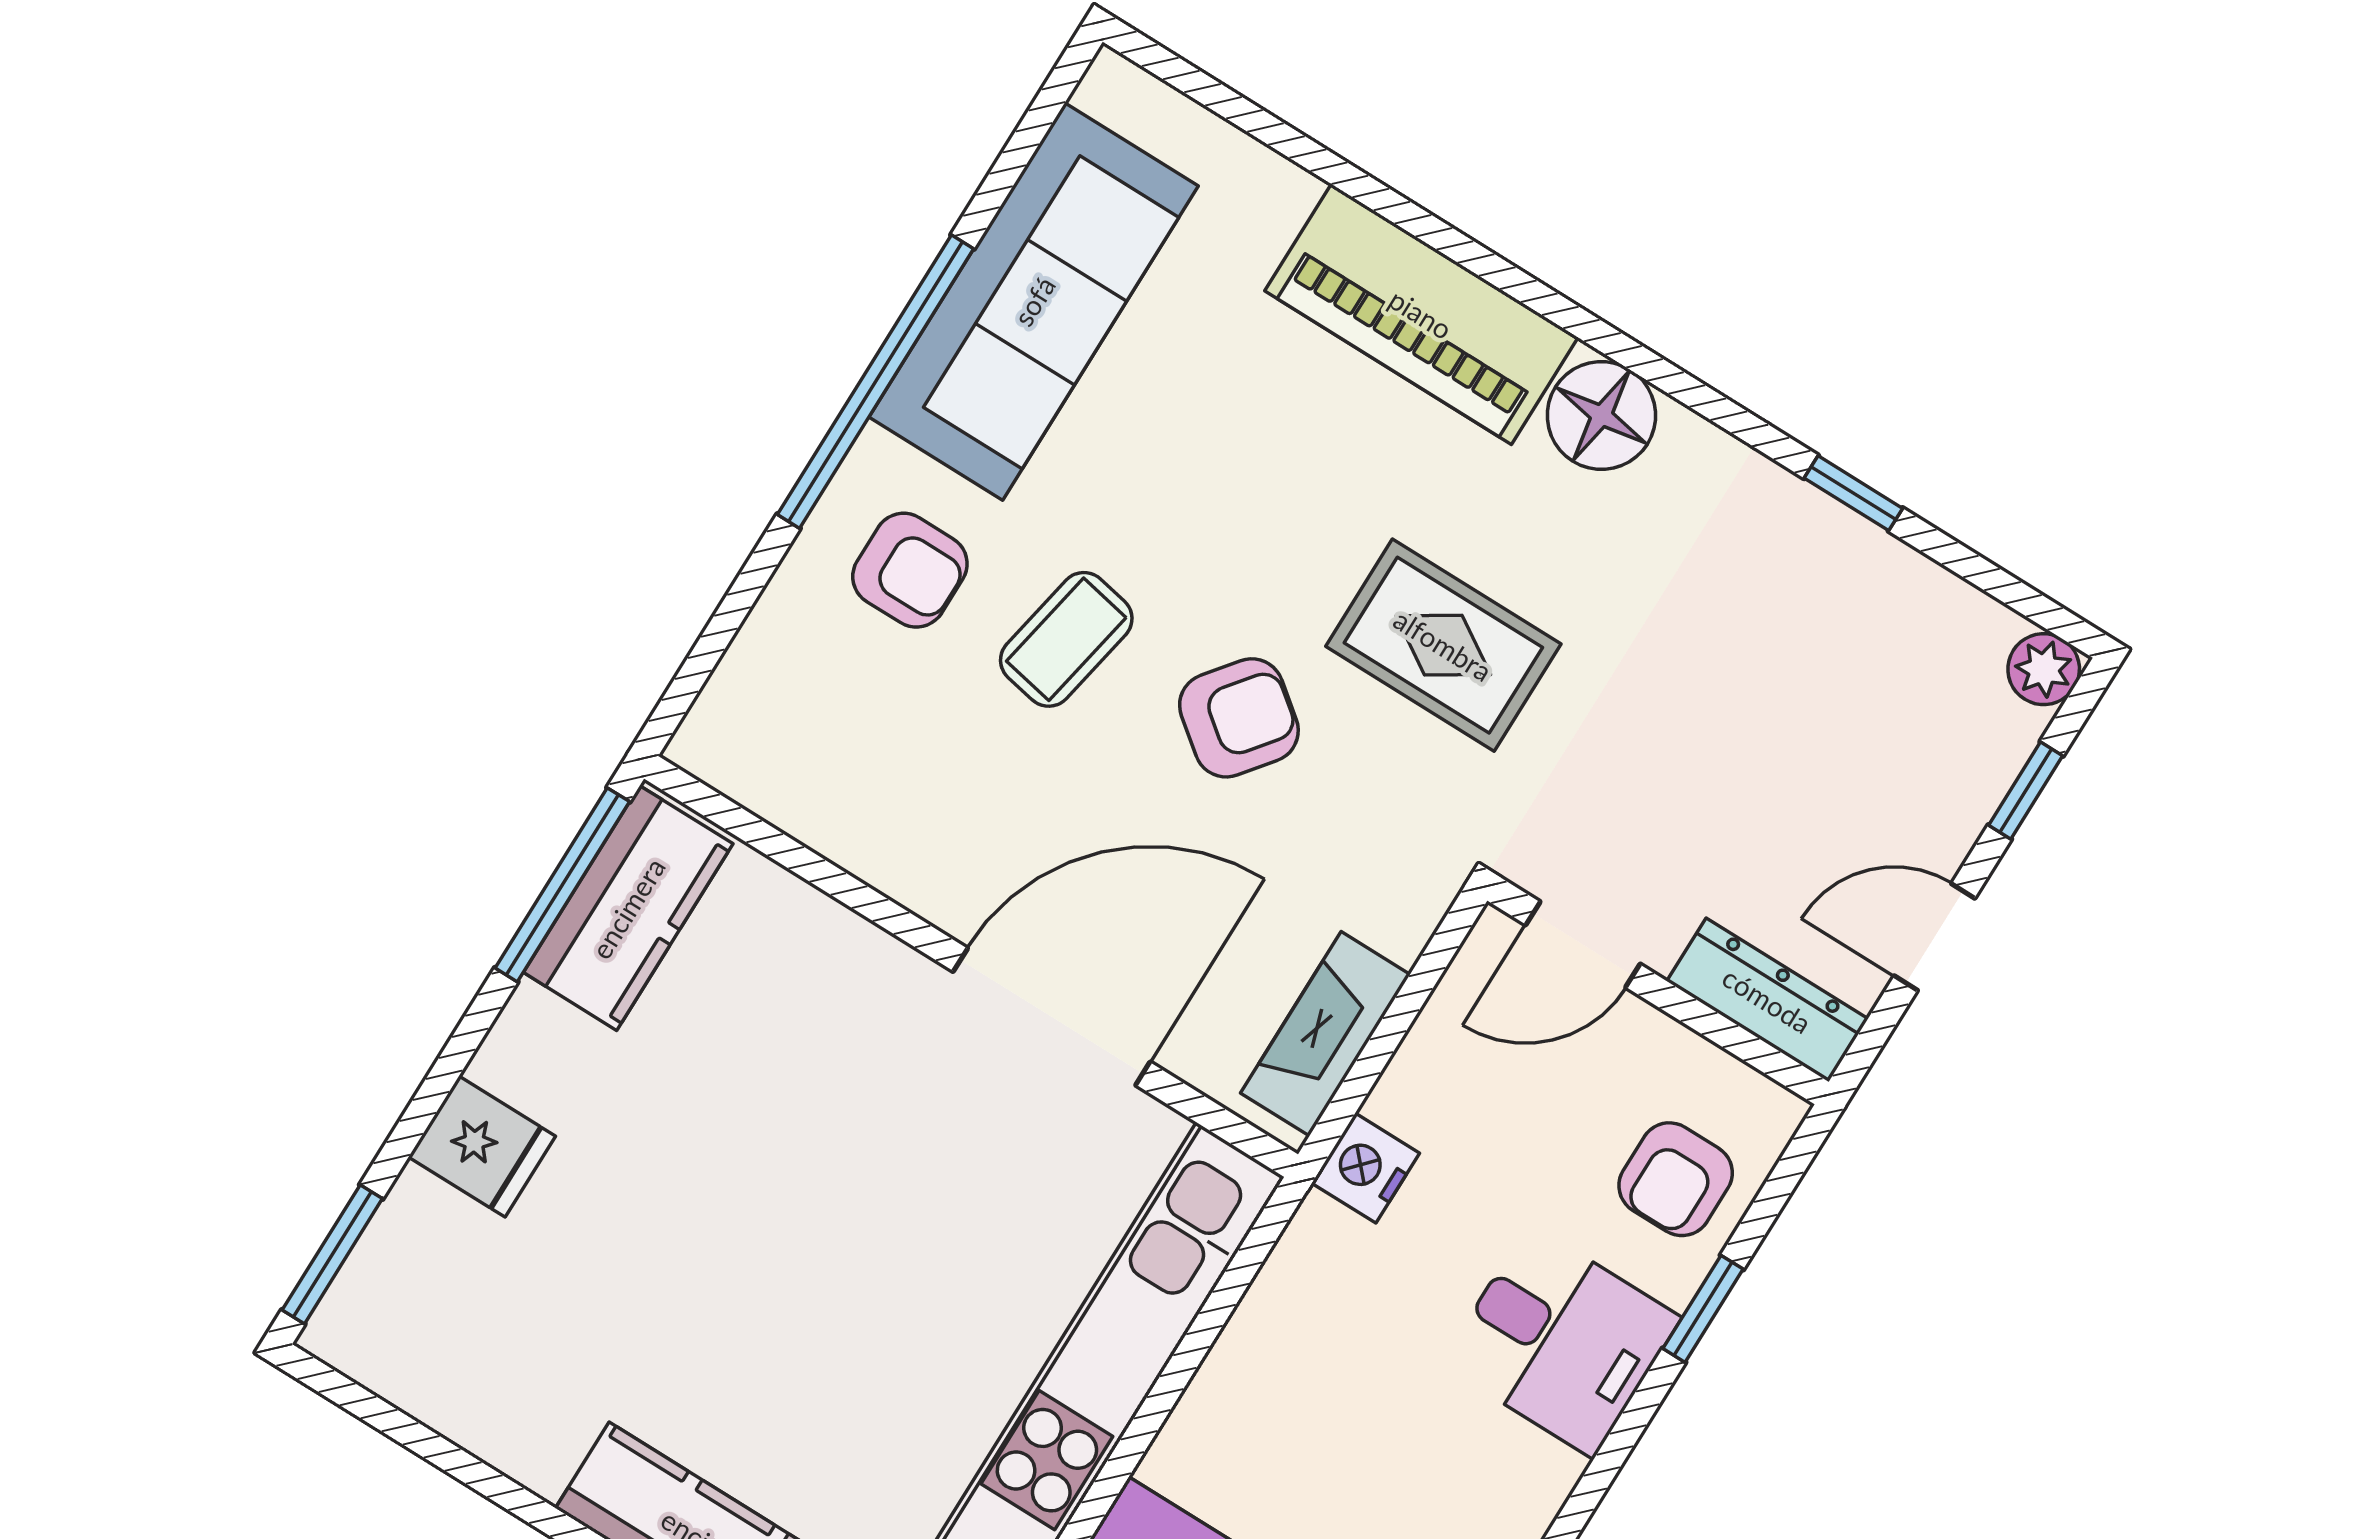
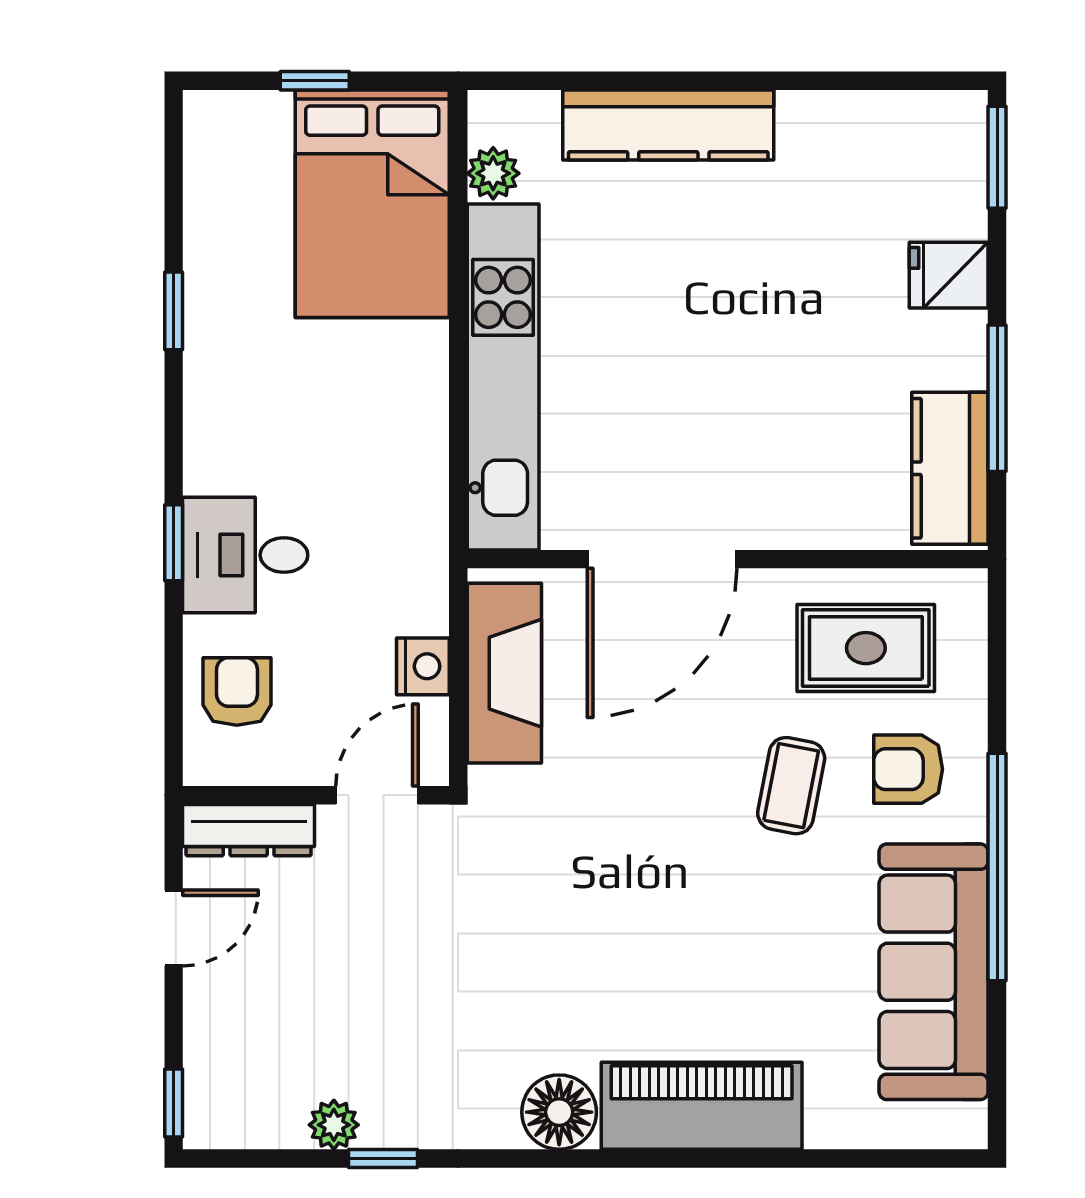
rug: (1443, 645) -> (866, 648), moved
plant: (2044, 669) -> (334, 1125), moved
armchair: (1239, 718) -> (661, 803), removed
window: (2026, 790) -> (174, 1103), moved
window: (562, 885) -> (997, 398), moved
fireplace: (1325, 1034) -> (504, 673), width x1.37, depth x1.32
nightstand: (1365, 1168) -> (423, 666), moved
window: (1703, 1309) -> (174, 543), moved

